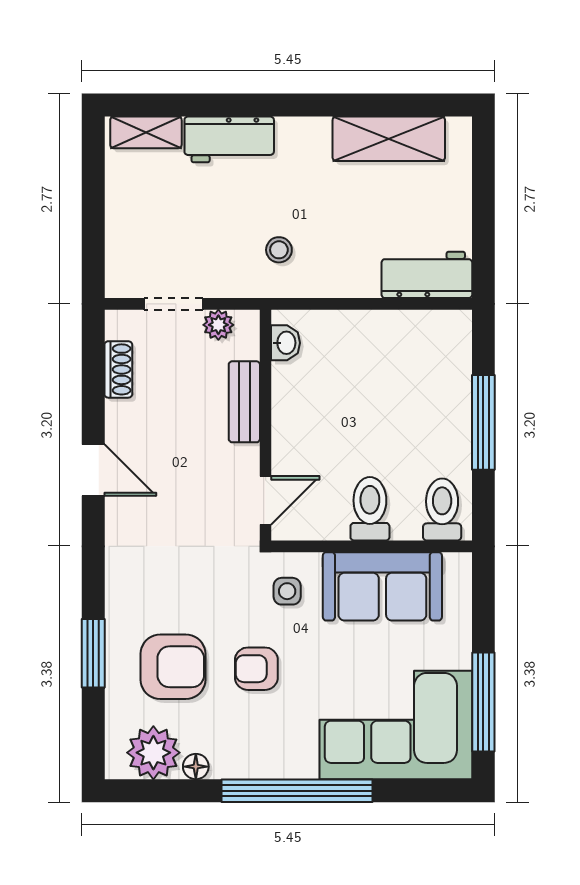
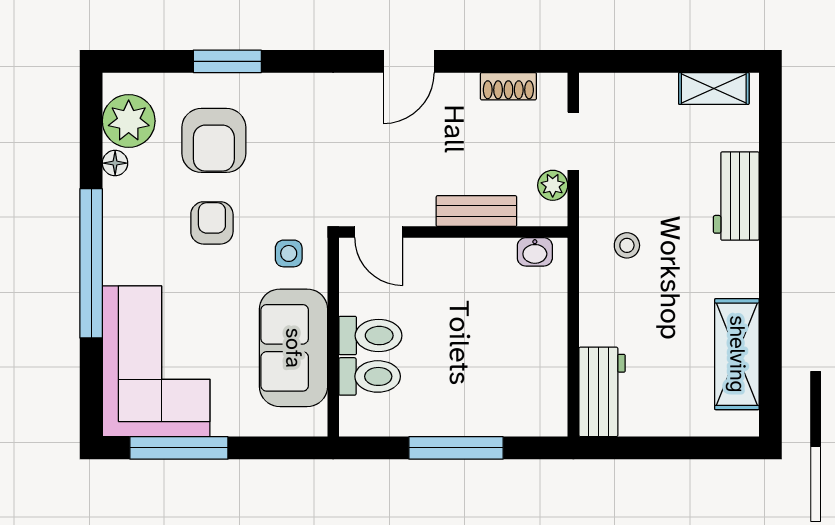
shelving: (146, 132) -> (714, 88), moved, turned 90
toilet: (442, 510) -> (370, 376), moved

